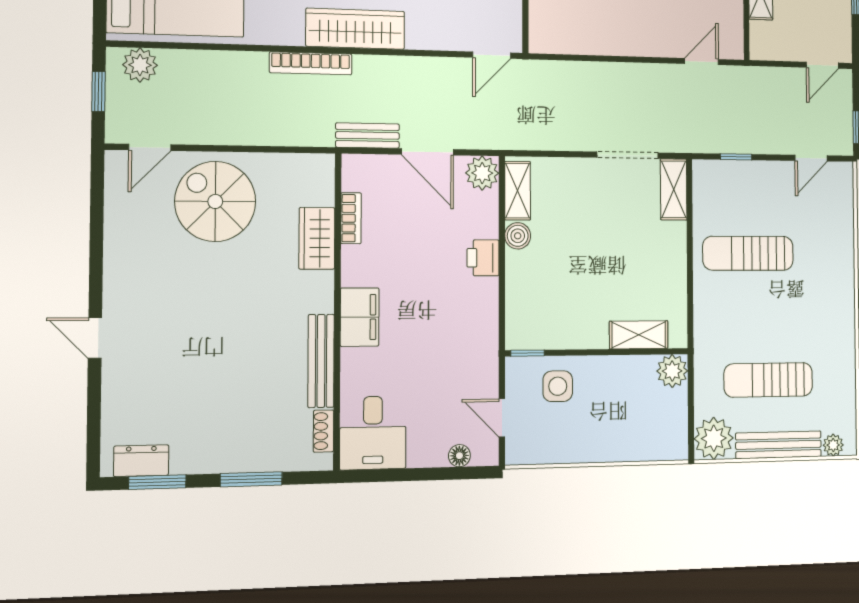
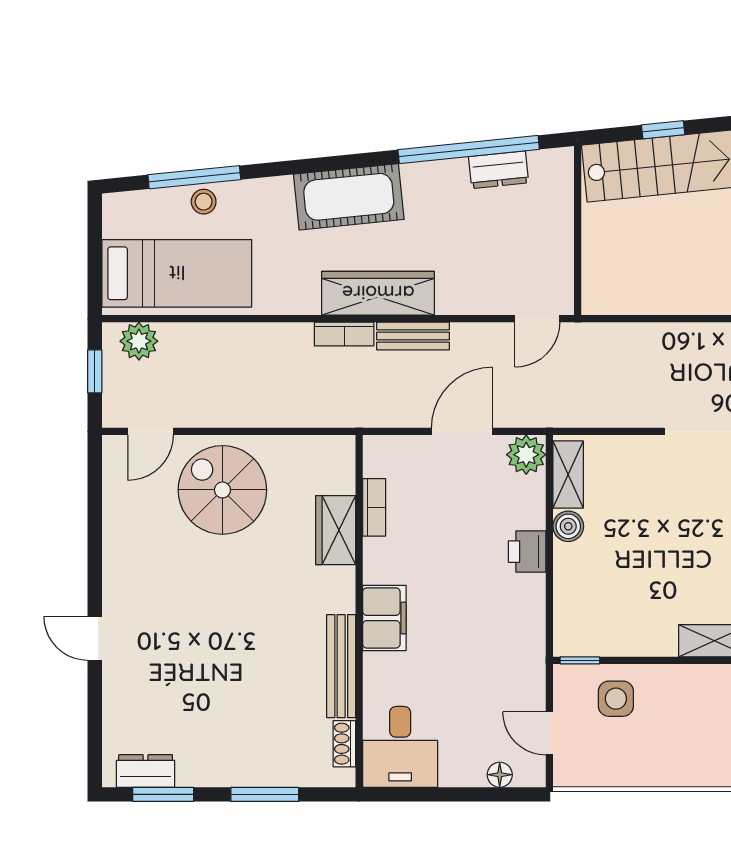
bookcase: (311, 63) -> (344, 334), width x0.64
bench: (367, 135) -> (413, 336), moved
door: (427, 152) -> (462, 431), swing flipped

